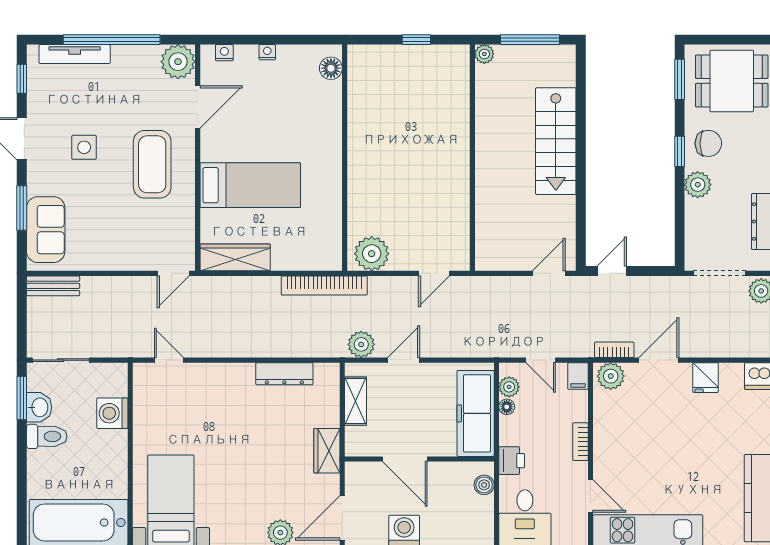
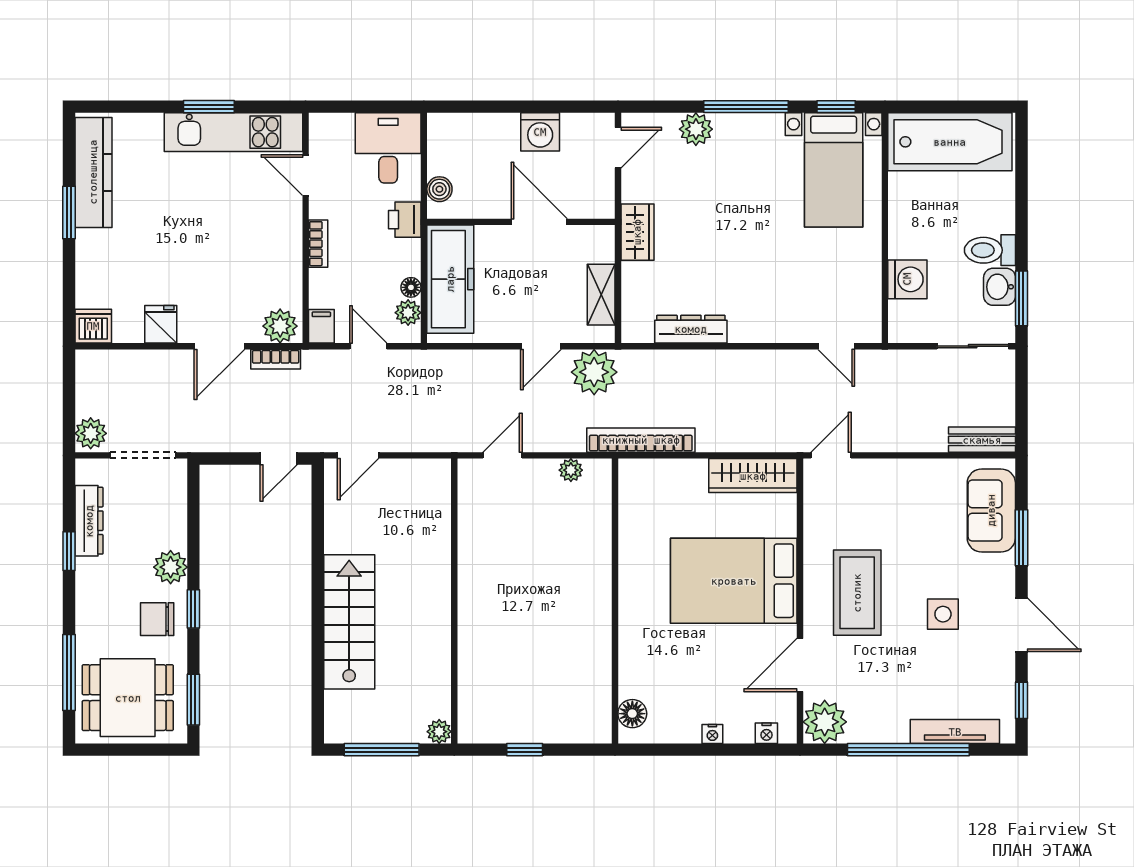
bed: (250, 185) -> (734, 581), width x1.50
plant: (372, 254) -> (571, 470), width x0.53, depth x0.53
plant: (361, 344) -> (594, 372), width x1.36, depth x1.36
door: (342, 518) -> (618, 148), width x0.73

